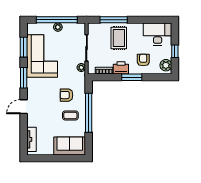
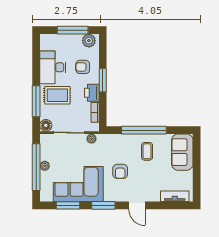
floor lamp: (93, 28) -> (46, 125), added
desk: (158, 34) -> (53, 67), moved
window: (175, 51) -> (73, 30), width x2.17
armchair: (66, 95) -> (120, 171), moved

